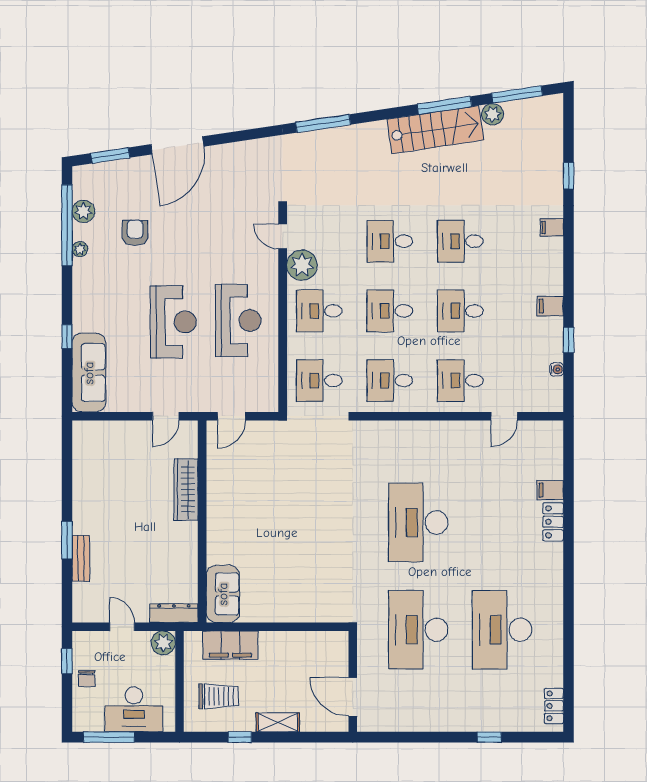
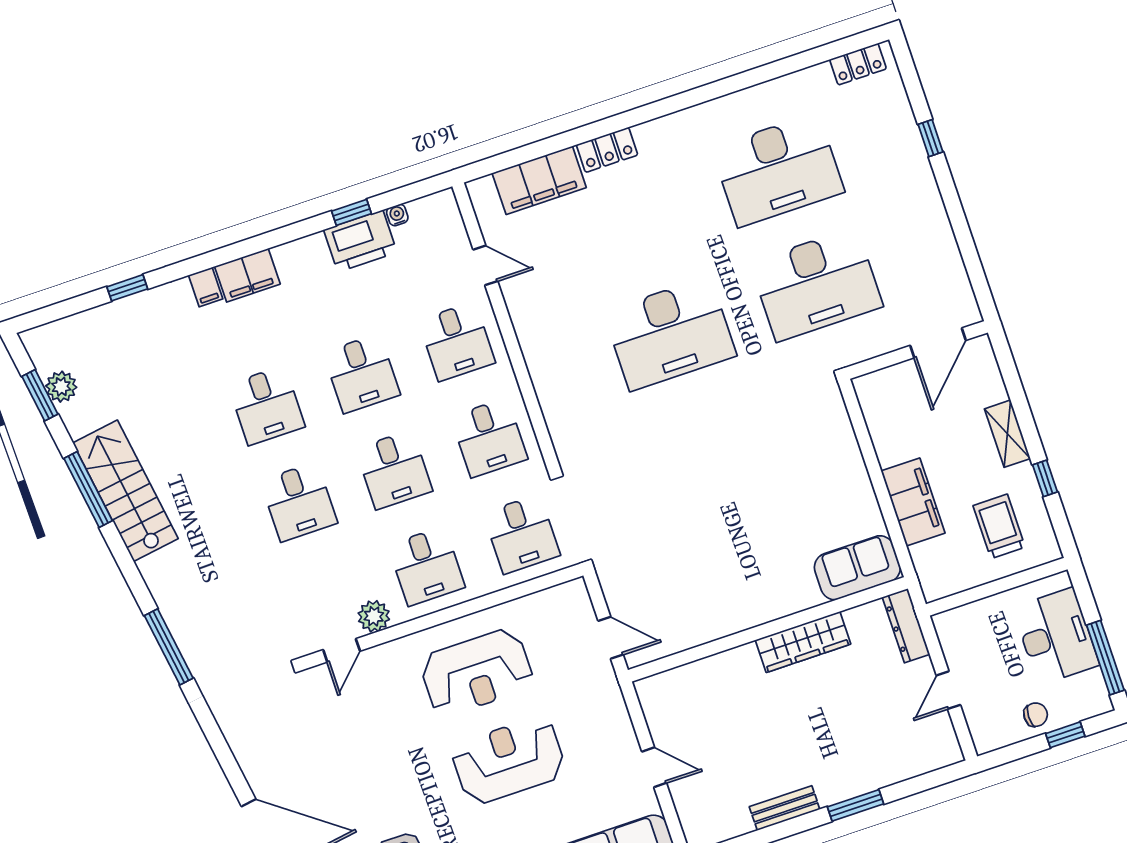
window: (517, 94) -> (40, 395), width x0.69
plant: (493, 114) -> (61, 387), moved
plant: (302, 265) -> (374, 616), width x0.73, depth x0.73
filing cabinet: (550, 306) -> (247, 275), moved, width x2.00
reception desk: (238, 320) -> (477, 672), turned 180
printer: (548, 339) -> (360, 241), added
door: (166, 416) -> (654, 767), moved
wardrobe: (186, 490) -> (803, 642), moved
filing cabinet: (550, 490) -> (539, 180), width x3.00, depth x1.17
bench: (81, 558) -> (785, 808), moved
plant: (163, 643) -> (951, 627), removed
filing cabinet: (230, 645) -> (913, 502), moved
window: (67, 661) -> (1065, 735), moved

